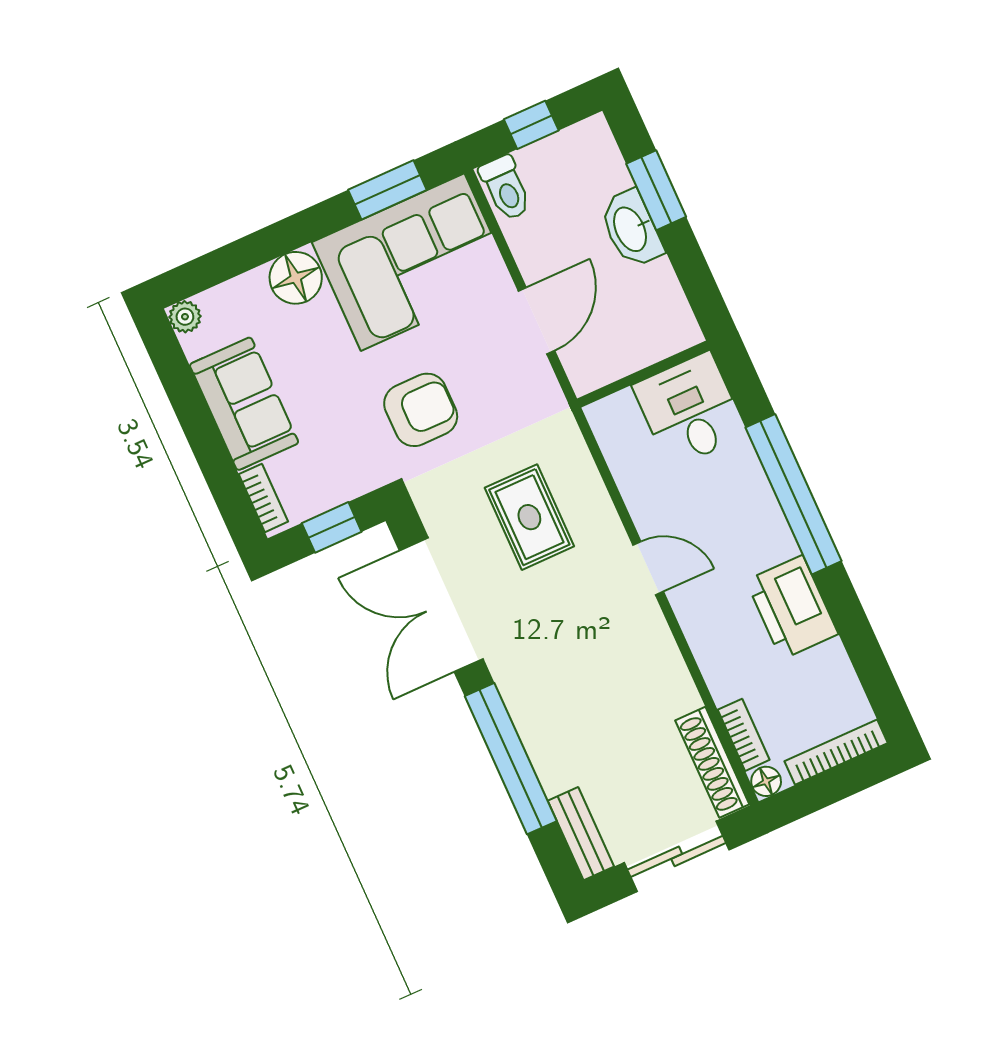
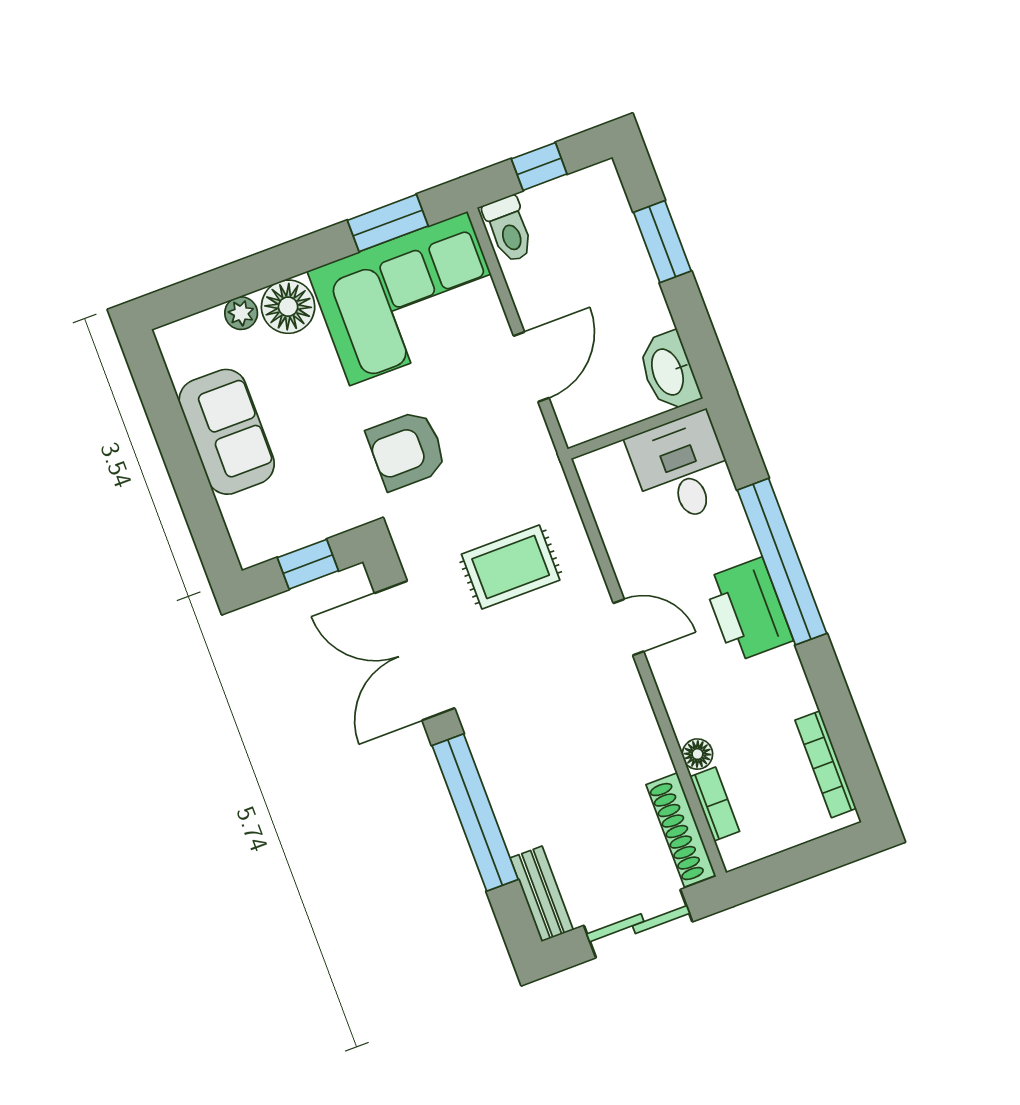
washbasin: (631, 229) -> (669, 372), moved
plant: (185, 317) -> (241, 313), moved
armchair: (421, 410) -> (407, 450), turned 180
bookcase: (263, 498) -> (240, 529), removed
rug: (529, 517) -> (511, 567), turned 90
printer: (792, 607) -> (748, 610), moved
bookcase: (836, 752) -> (826, 764), moved, turned -90
floor lamp: (766, 781) -> (697, 754), moved

